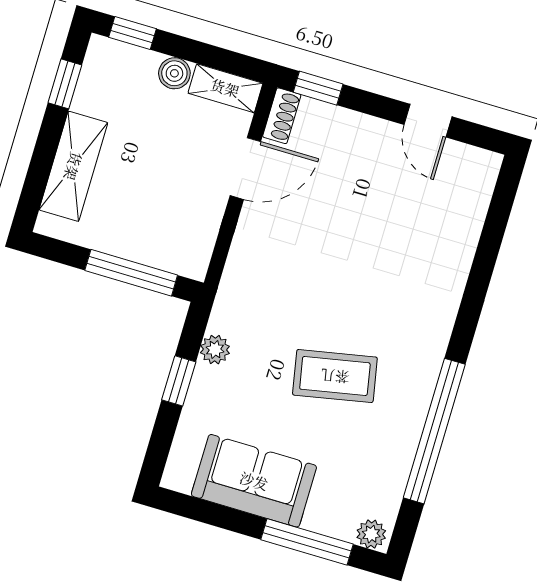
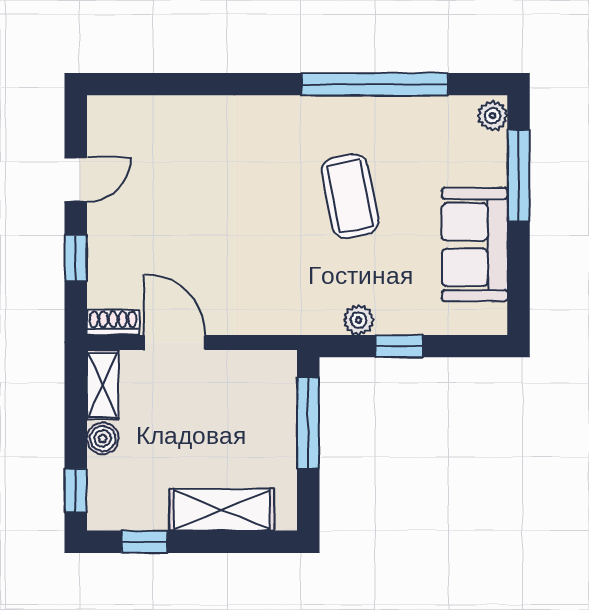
window: (318, 88) -> (76, 258), moved

